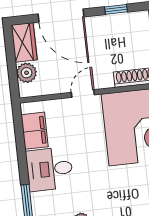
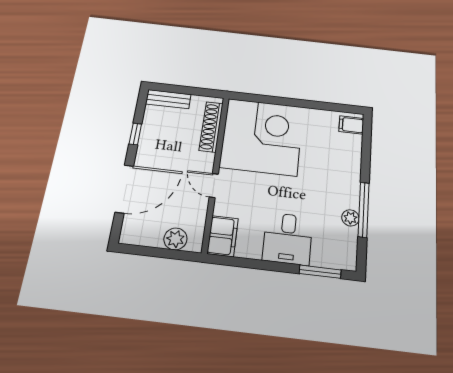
wardrobe: (24, 42) -> (141, 234), removed
filing cabinet: (35, 131) -> (223, 236), moved, turned 90

